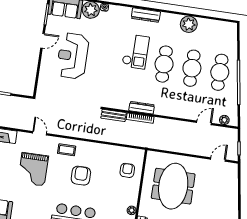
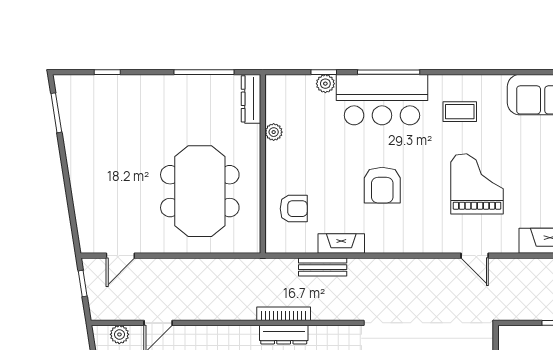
bench: (114, 115) -> (323, 267), moved
fireplace: (106, 149) -> (341, 244), added
coffee table: (67, 150) -> (460, 112), moved
armchair: (127, 170) -> (294, 209), turned -90

